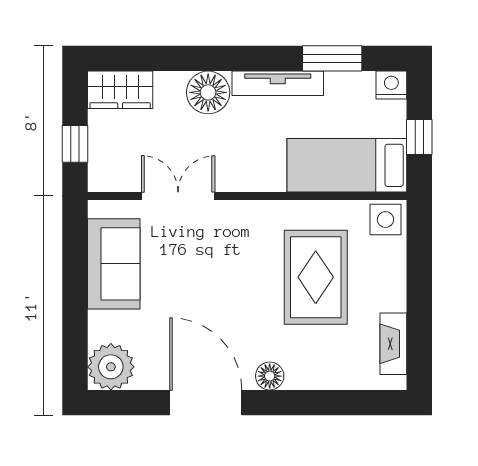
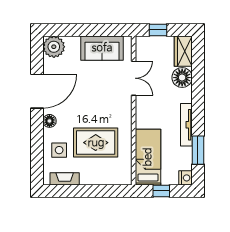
floor lamp: (208, 92) -> (182, 78), moved
side table: (385, 220) -> (59, 150), moved

